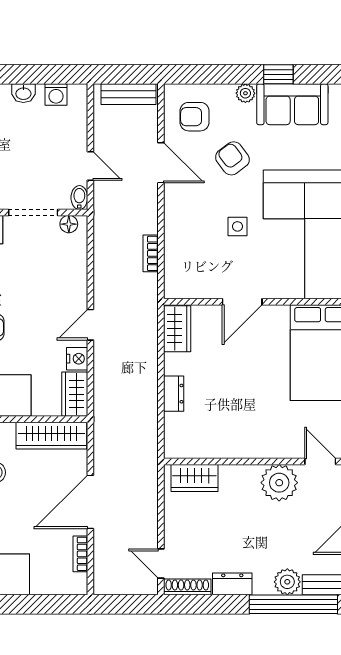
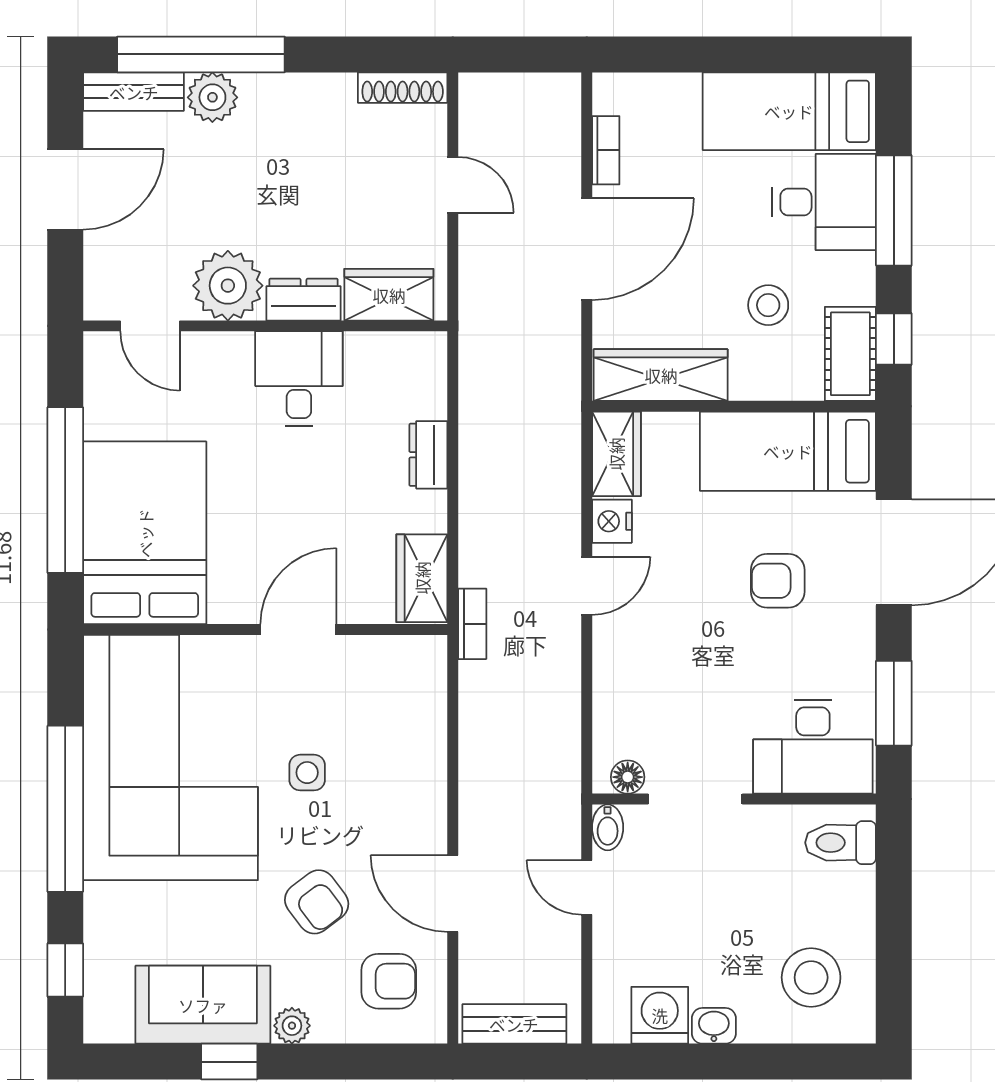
washing machine: (56, 95) -> (660, 1015), width x1.38, depth x1.38
bookcase: (151, 253) -> (472, 624), moved
desk: (242, 434) -> (299, 378), added
door: (161, 564) -> (453, 185), moved
dresser: (232, 584) -> (304, 300), moved, turned 180

